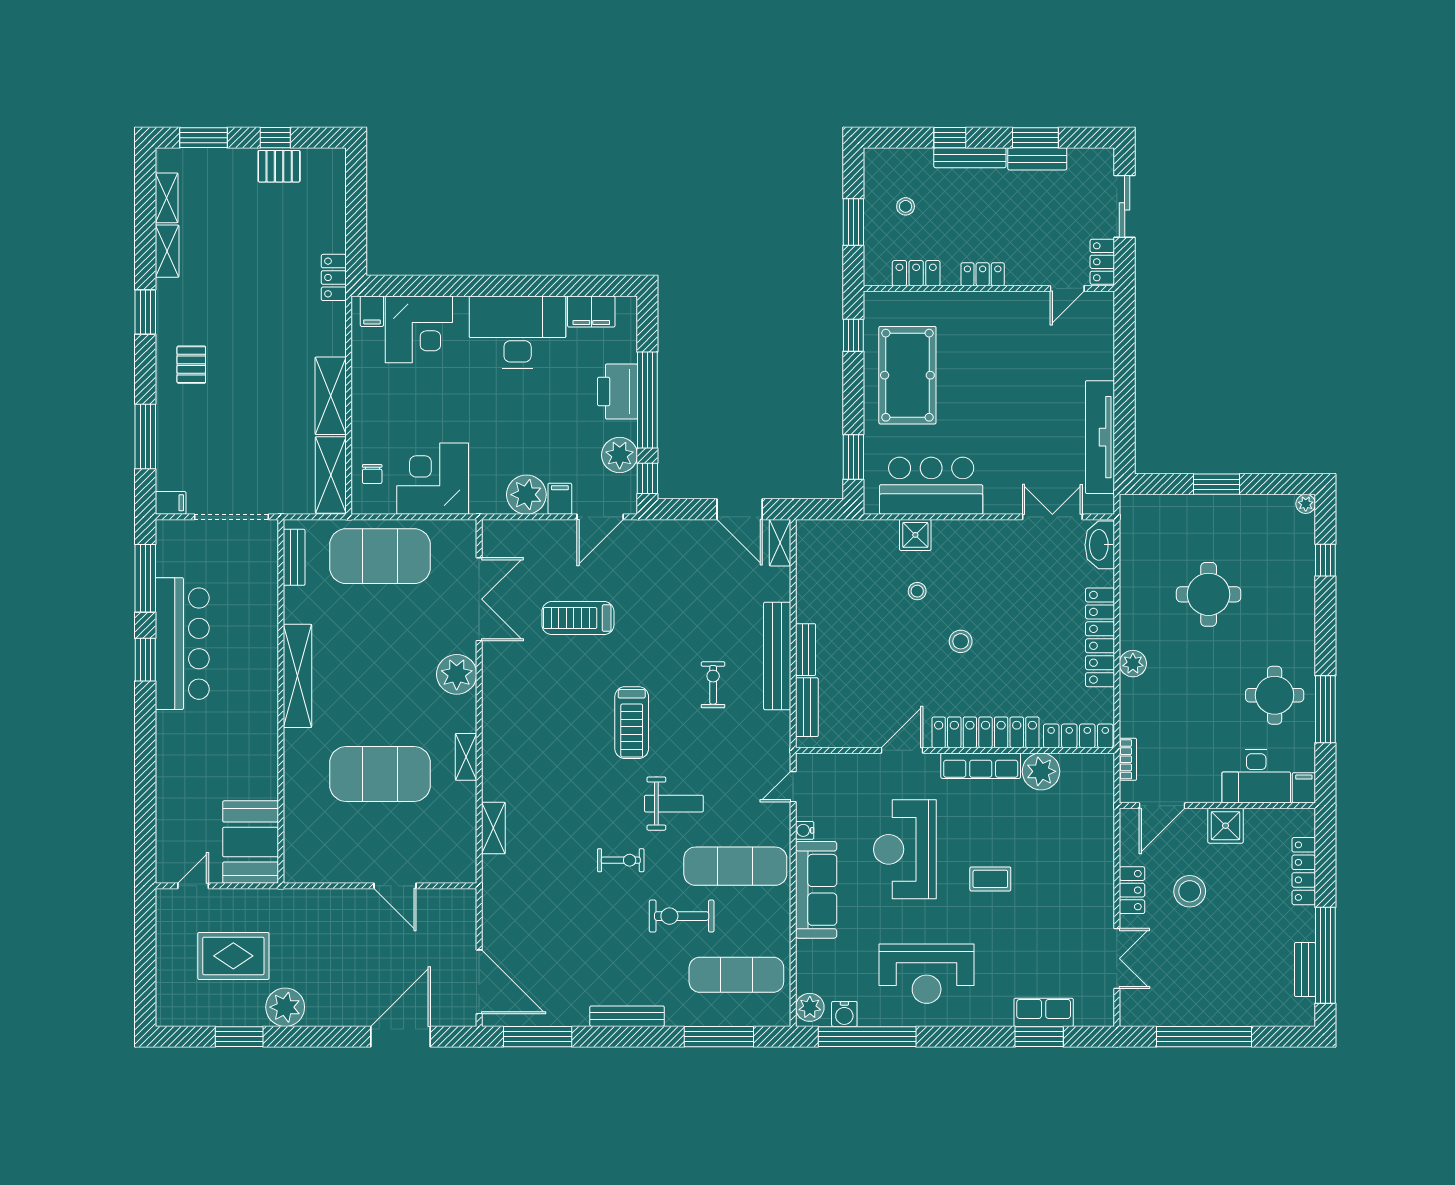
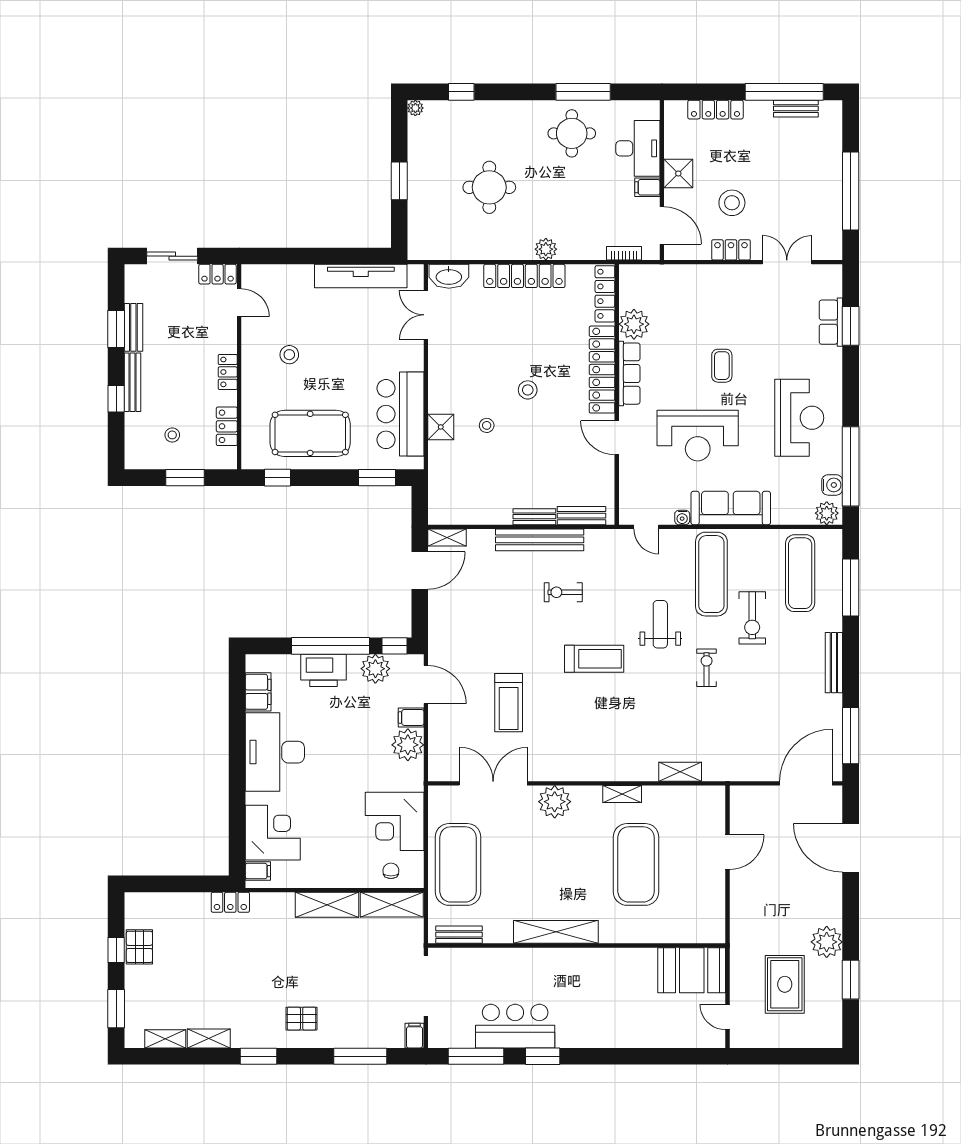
stool: (1004, 350) -> (289, 355), added
chair: (372, 474) -> (391, 871), turned -90
bar counter: (182, 644) -> (515, 1026), width x0.73
filing cabinet: (1304, 788) -> (647, 187), moved

